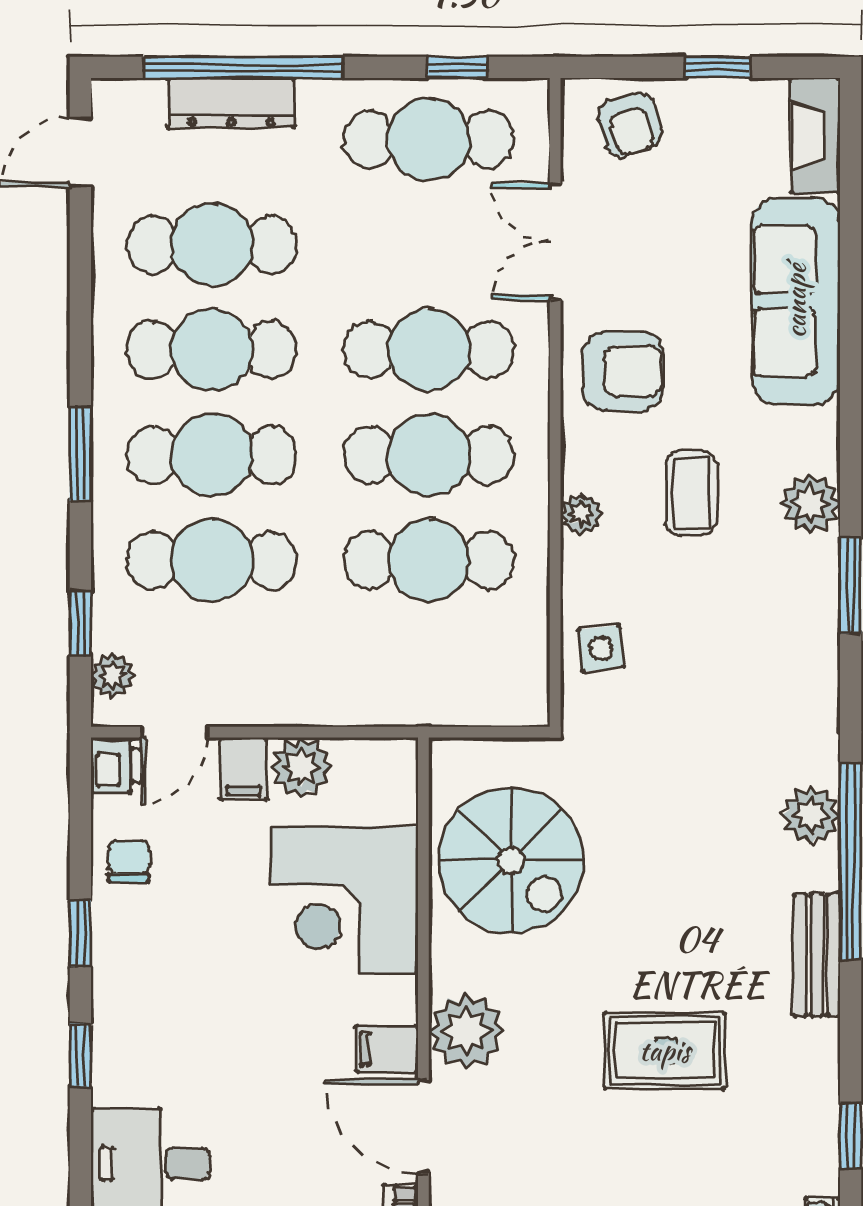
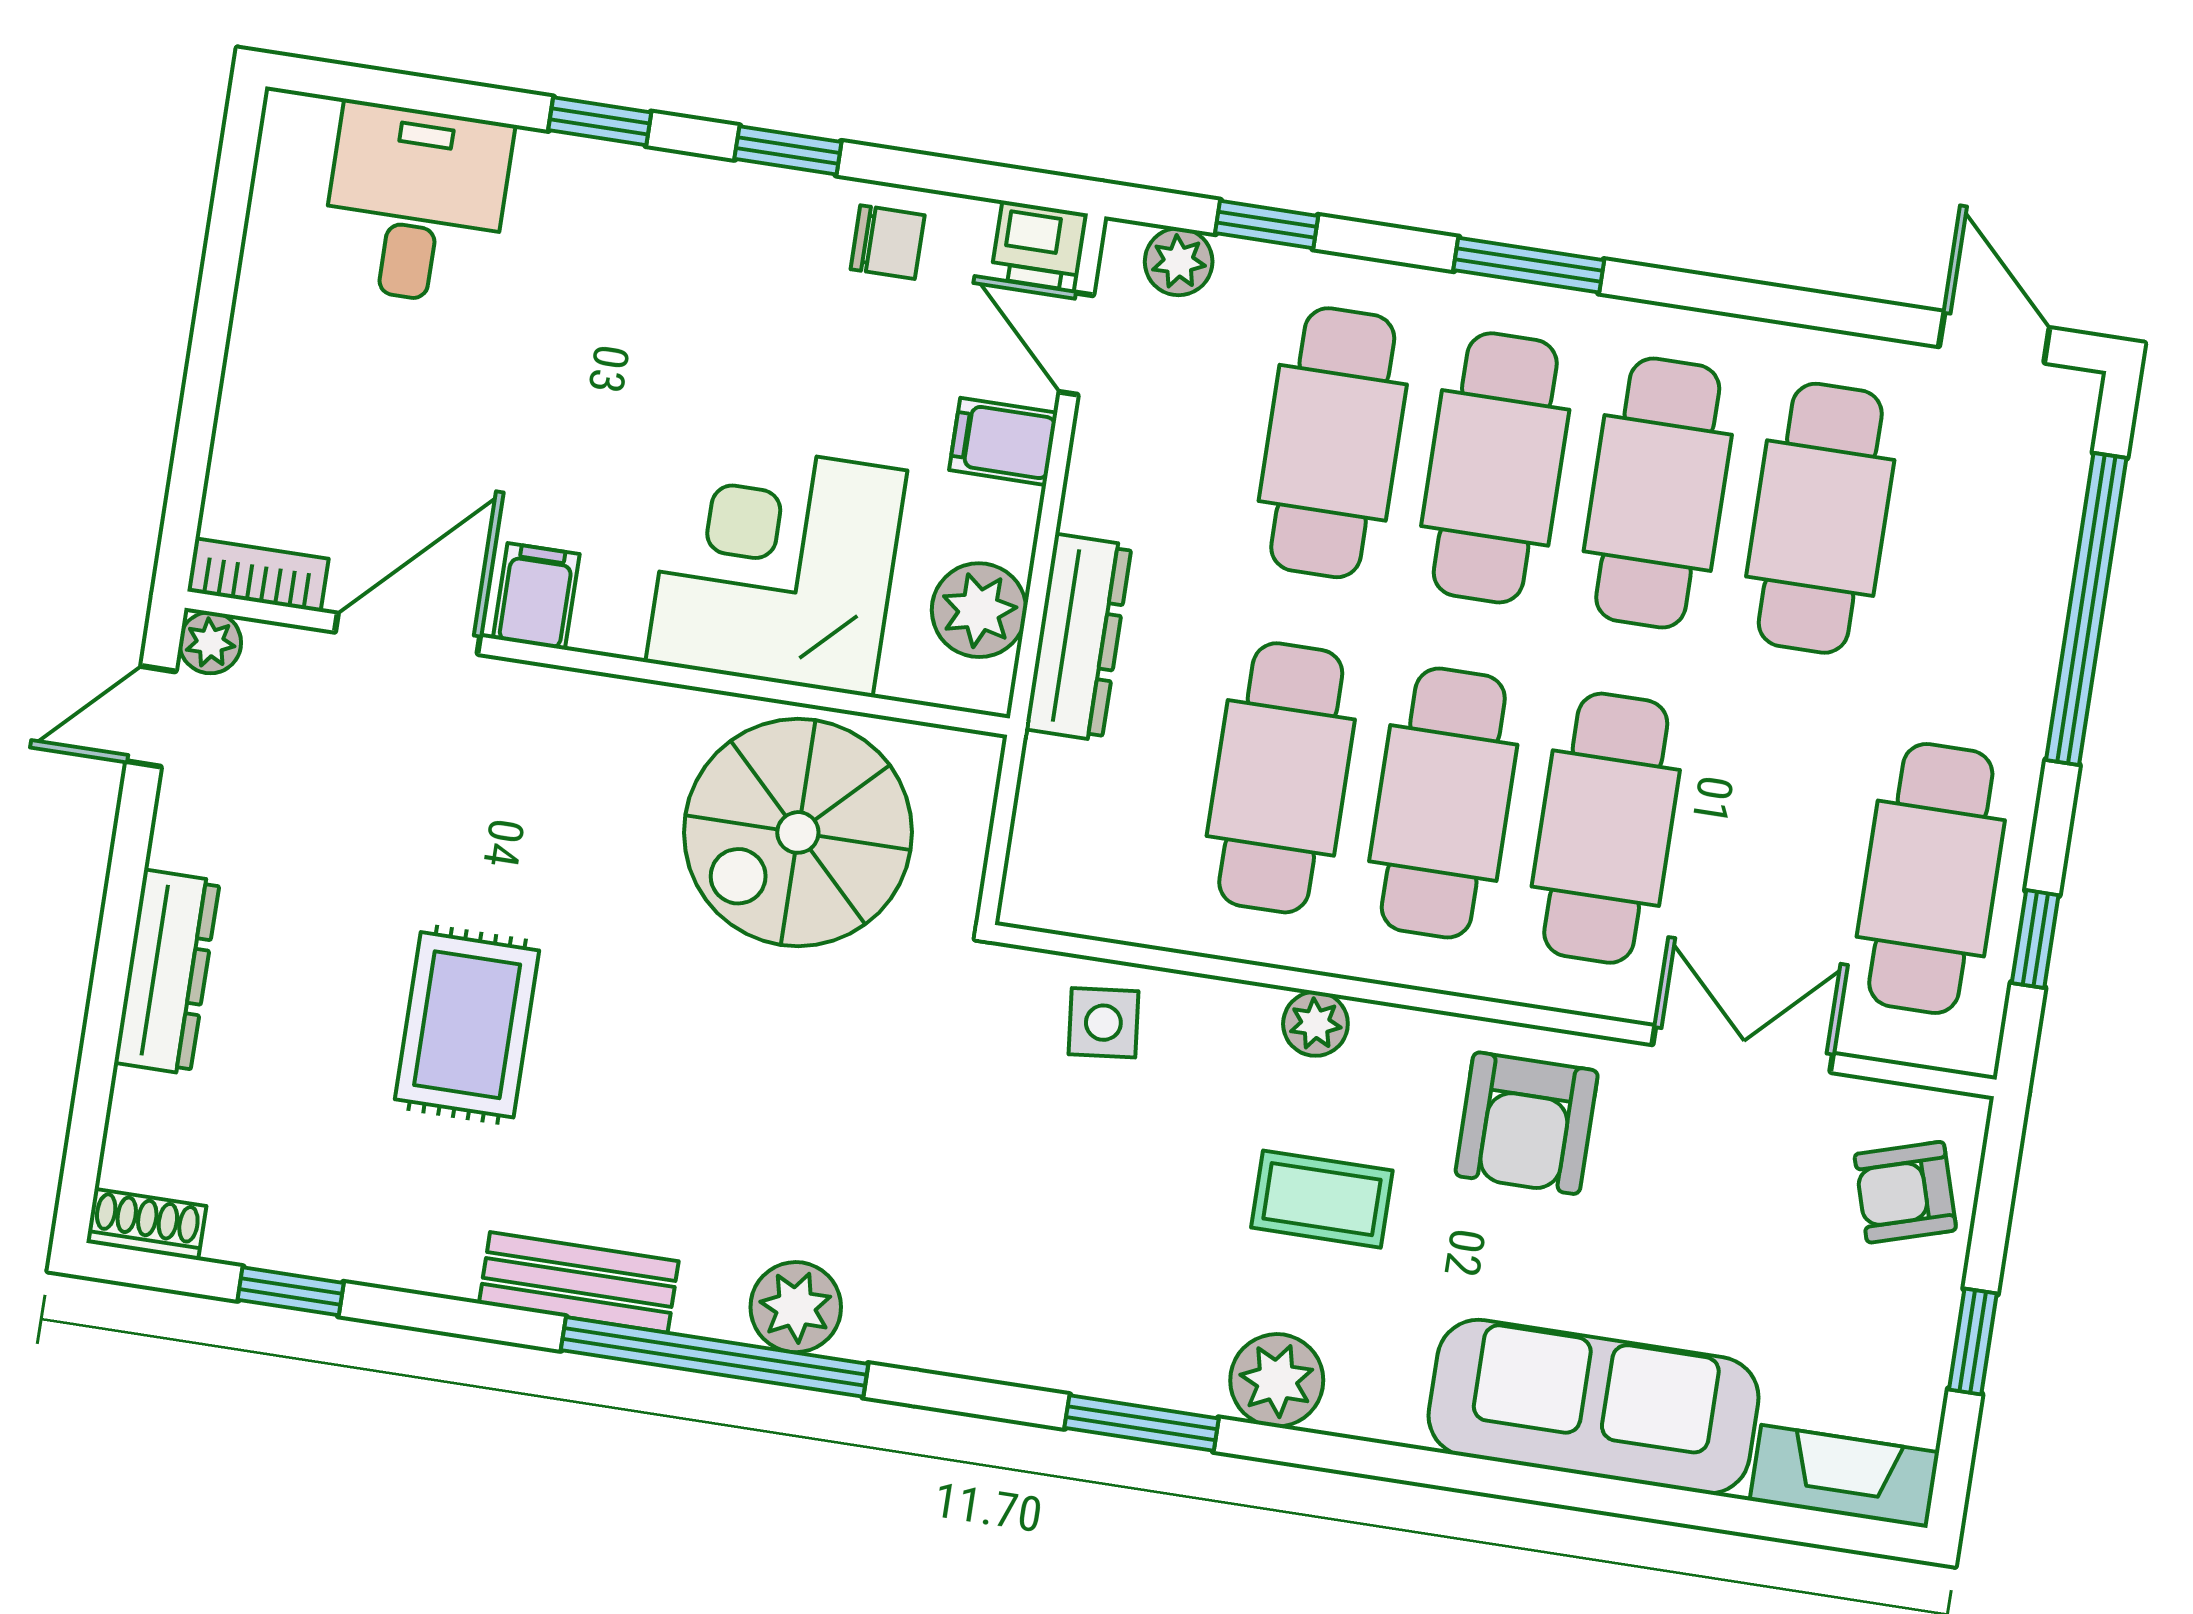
dresser: (231, 103) -> (1078, 637), moved, turned 180
plant: (301, 768) -> (979, 610), moved
plant: (467, 1031) -> (545, 723), removed

